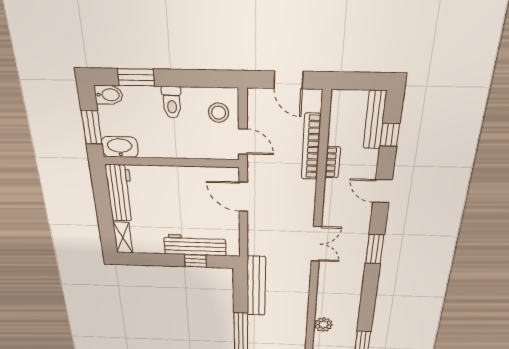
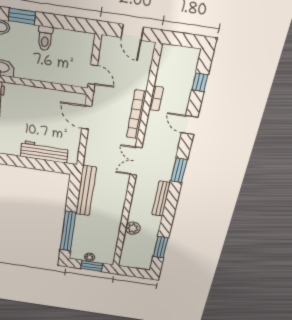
stool: (219, 113) -> (78, 50), removed
bench: (375, 120) -> (161, 199), moved
bookcase: (311, 147) -> (136, 115), moved
double door: (316, 244) -> (136, 161), swing flipped
window: (196, 261) -> (43, 165), removed

